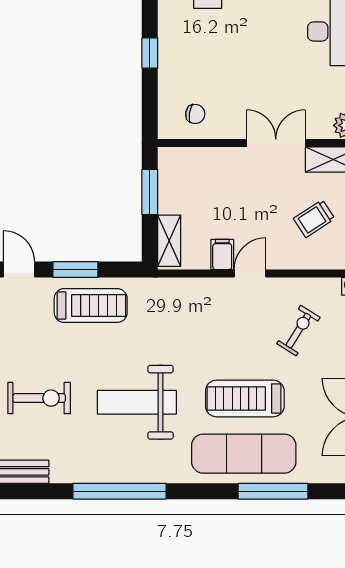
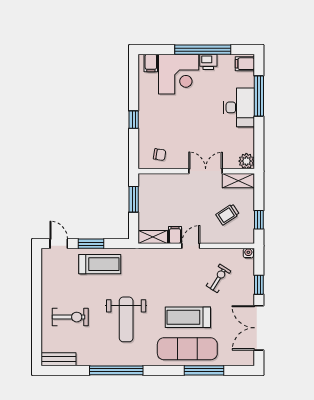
shelving: (169, 241) -> (153, 237), moved, turned 90
weight bench: (137, 402) -> (126, 319), turned -90

